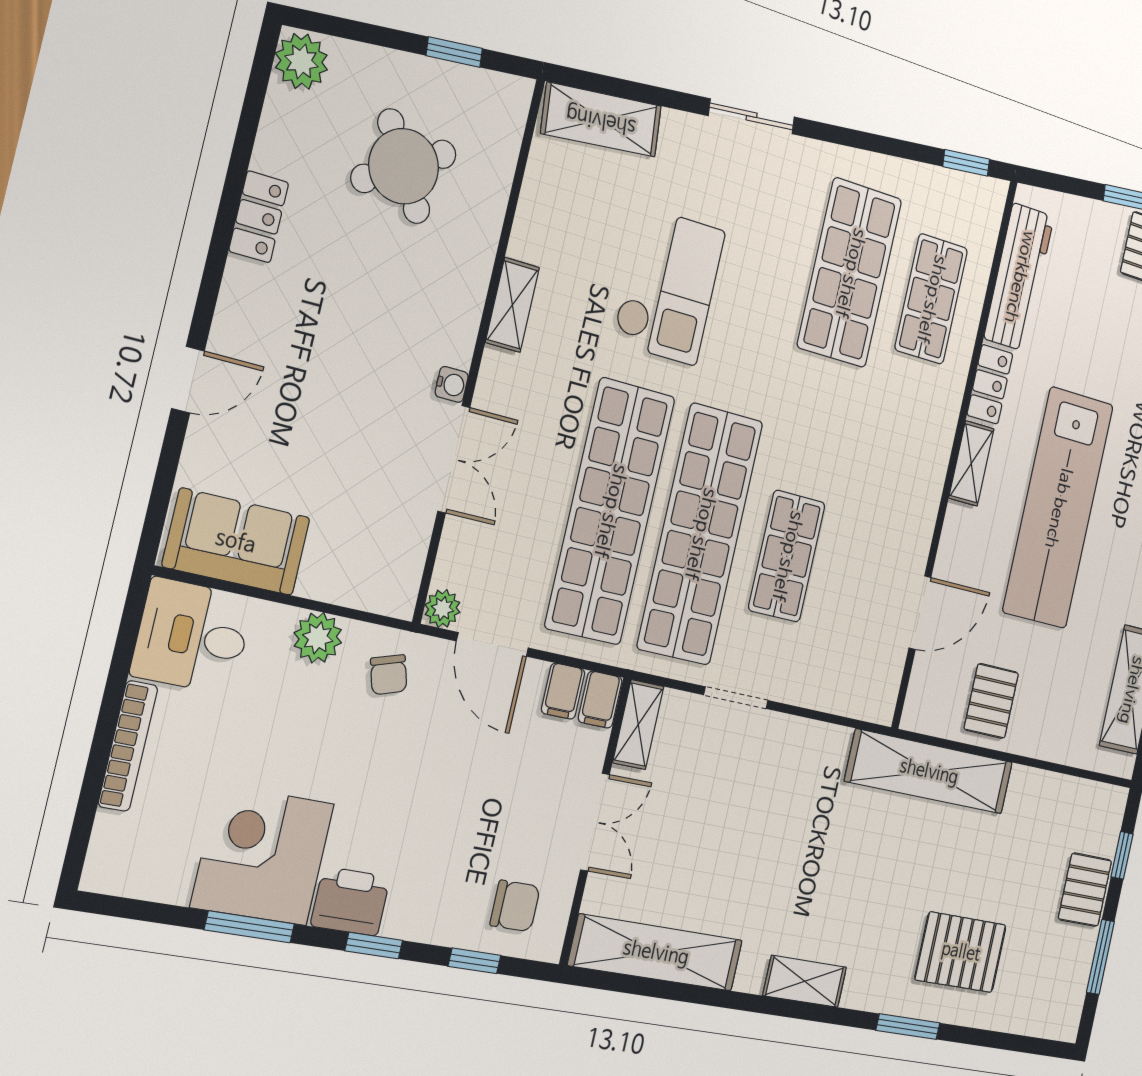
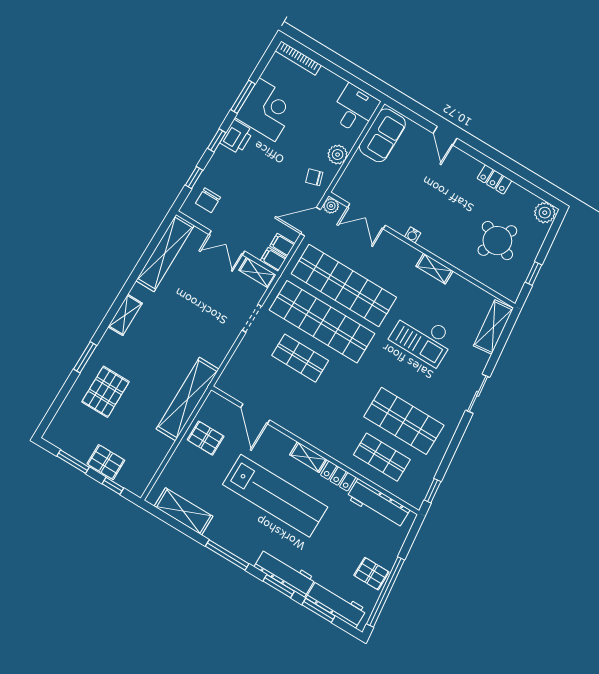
round table: (404, 166) -> (497, 241), turned -34
double door: (454, 459) -> (366, 216), moved
lab bench: (1058, 508) -> (275, 496), turned 180
bookcase: (128, 746) -> (298, 58), moved

